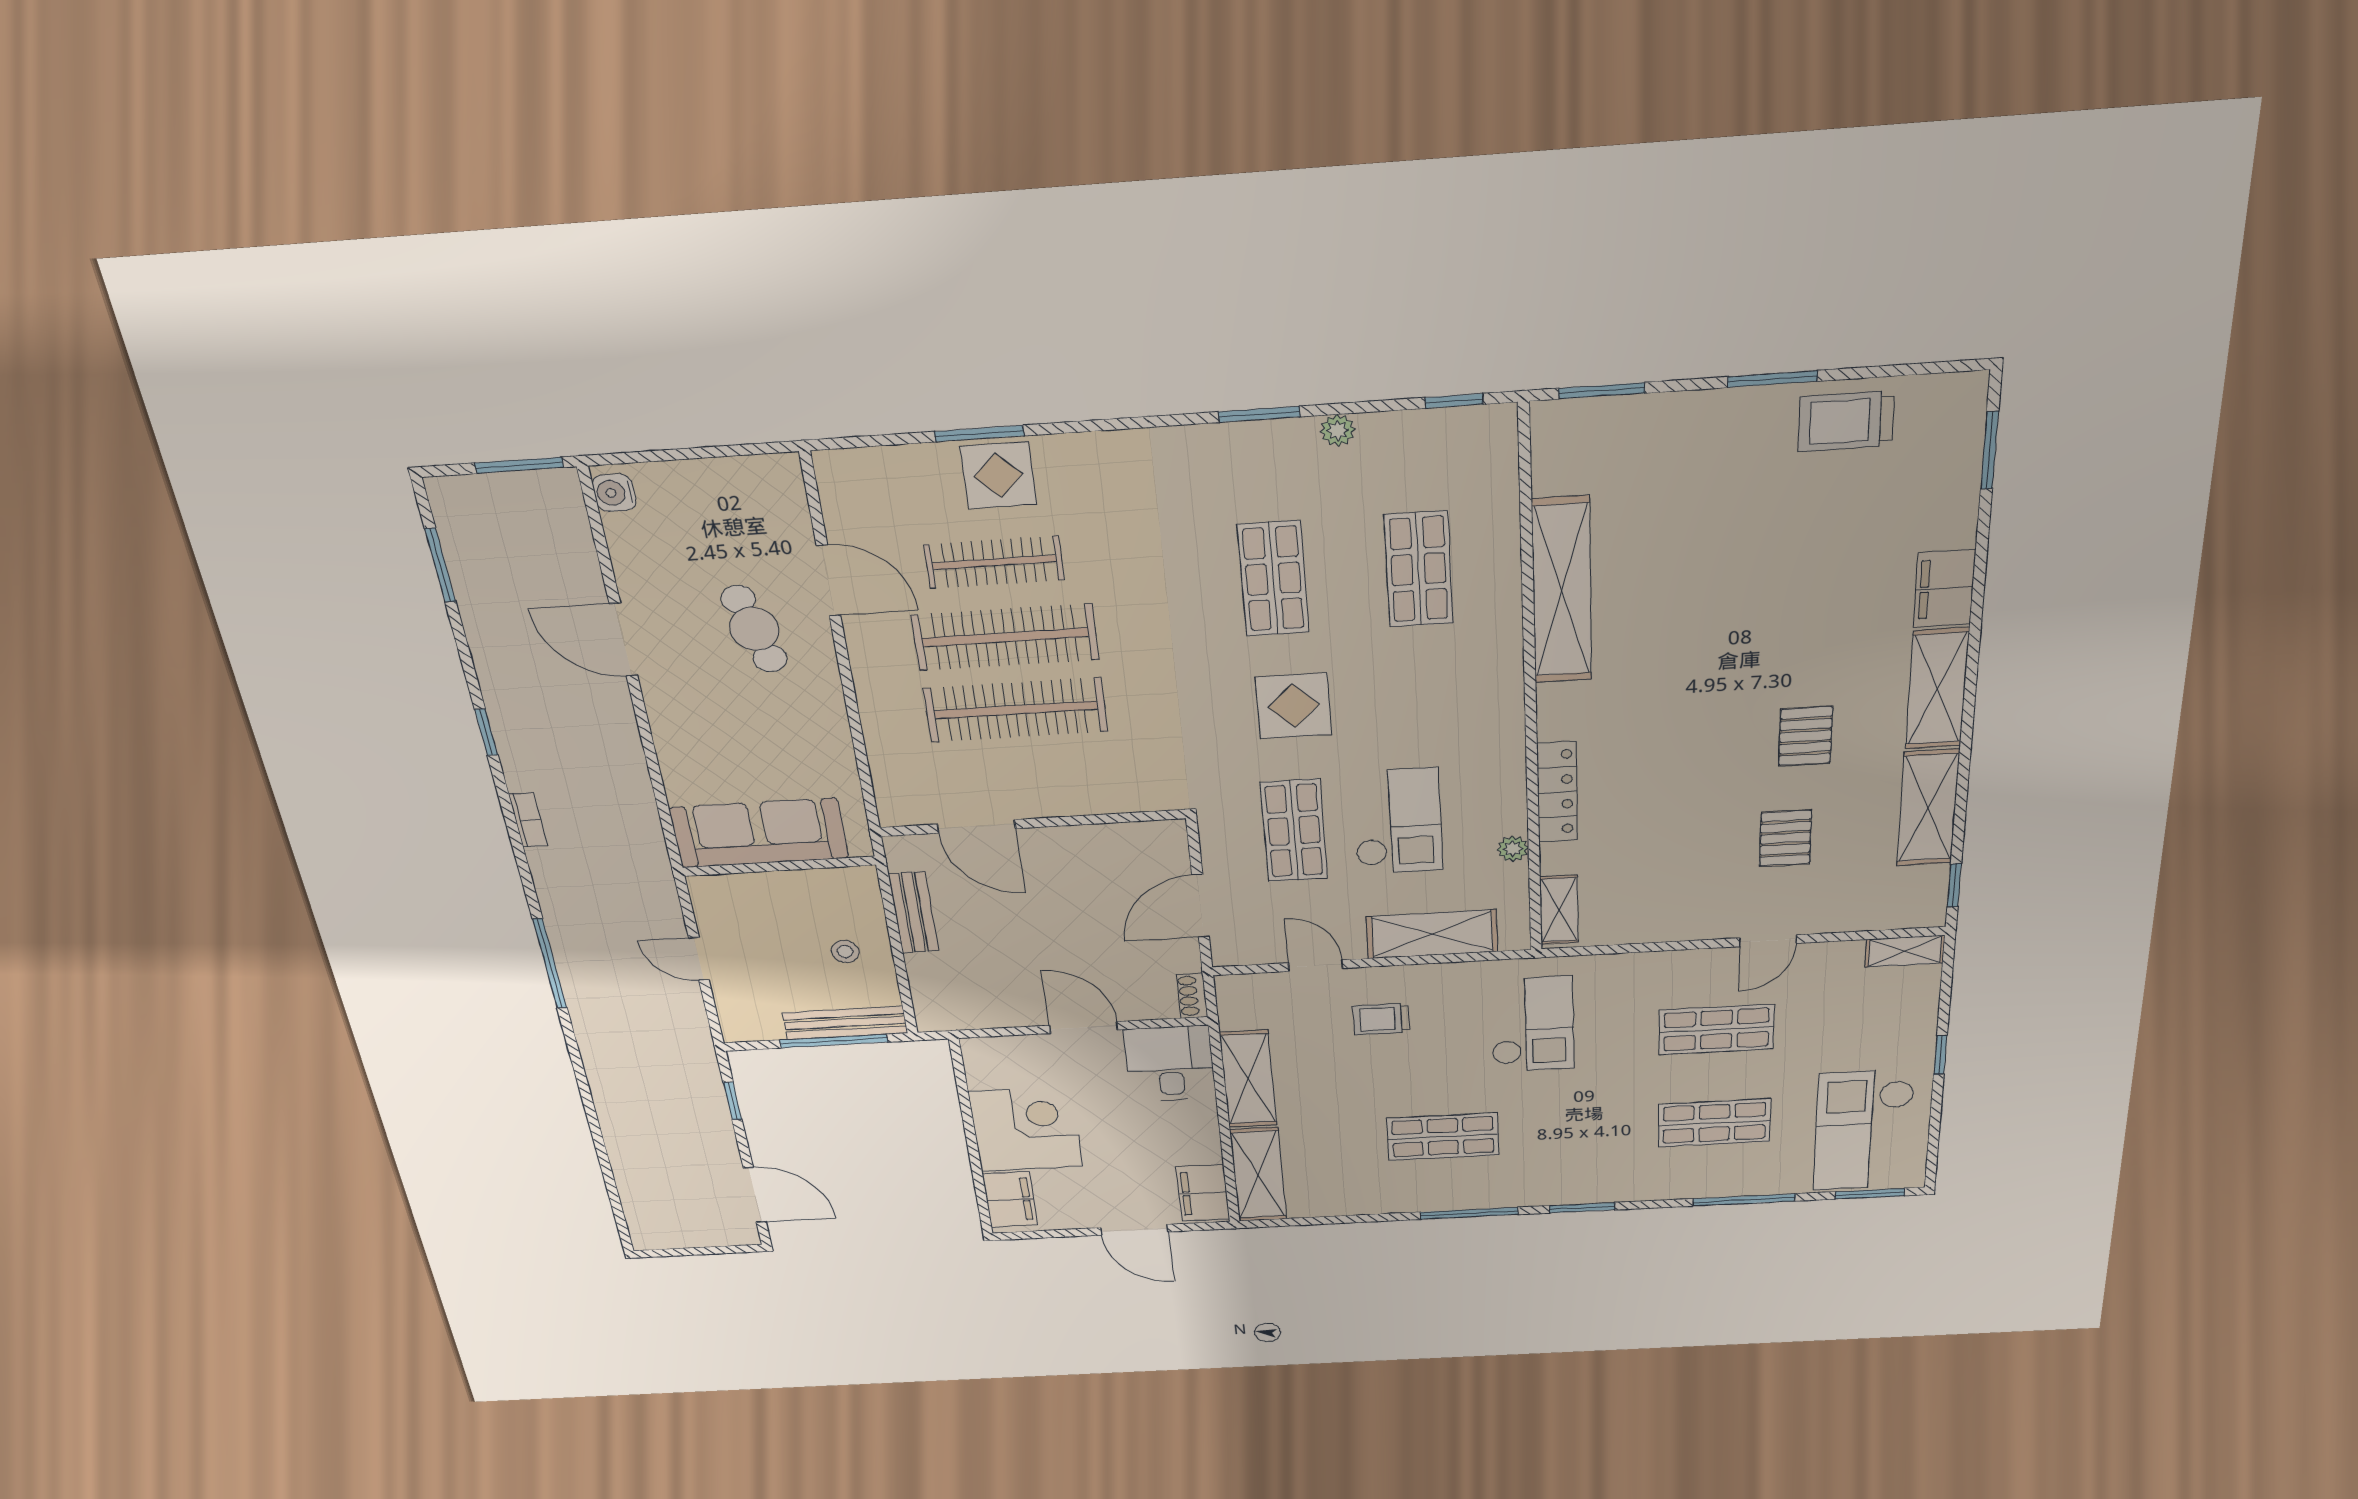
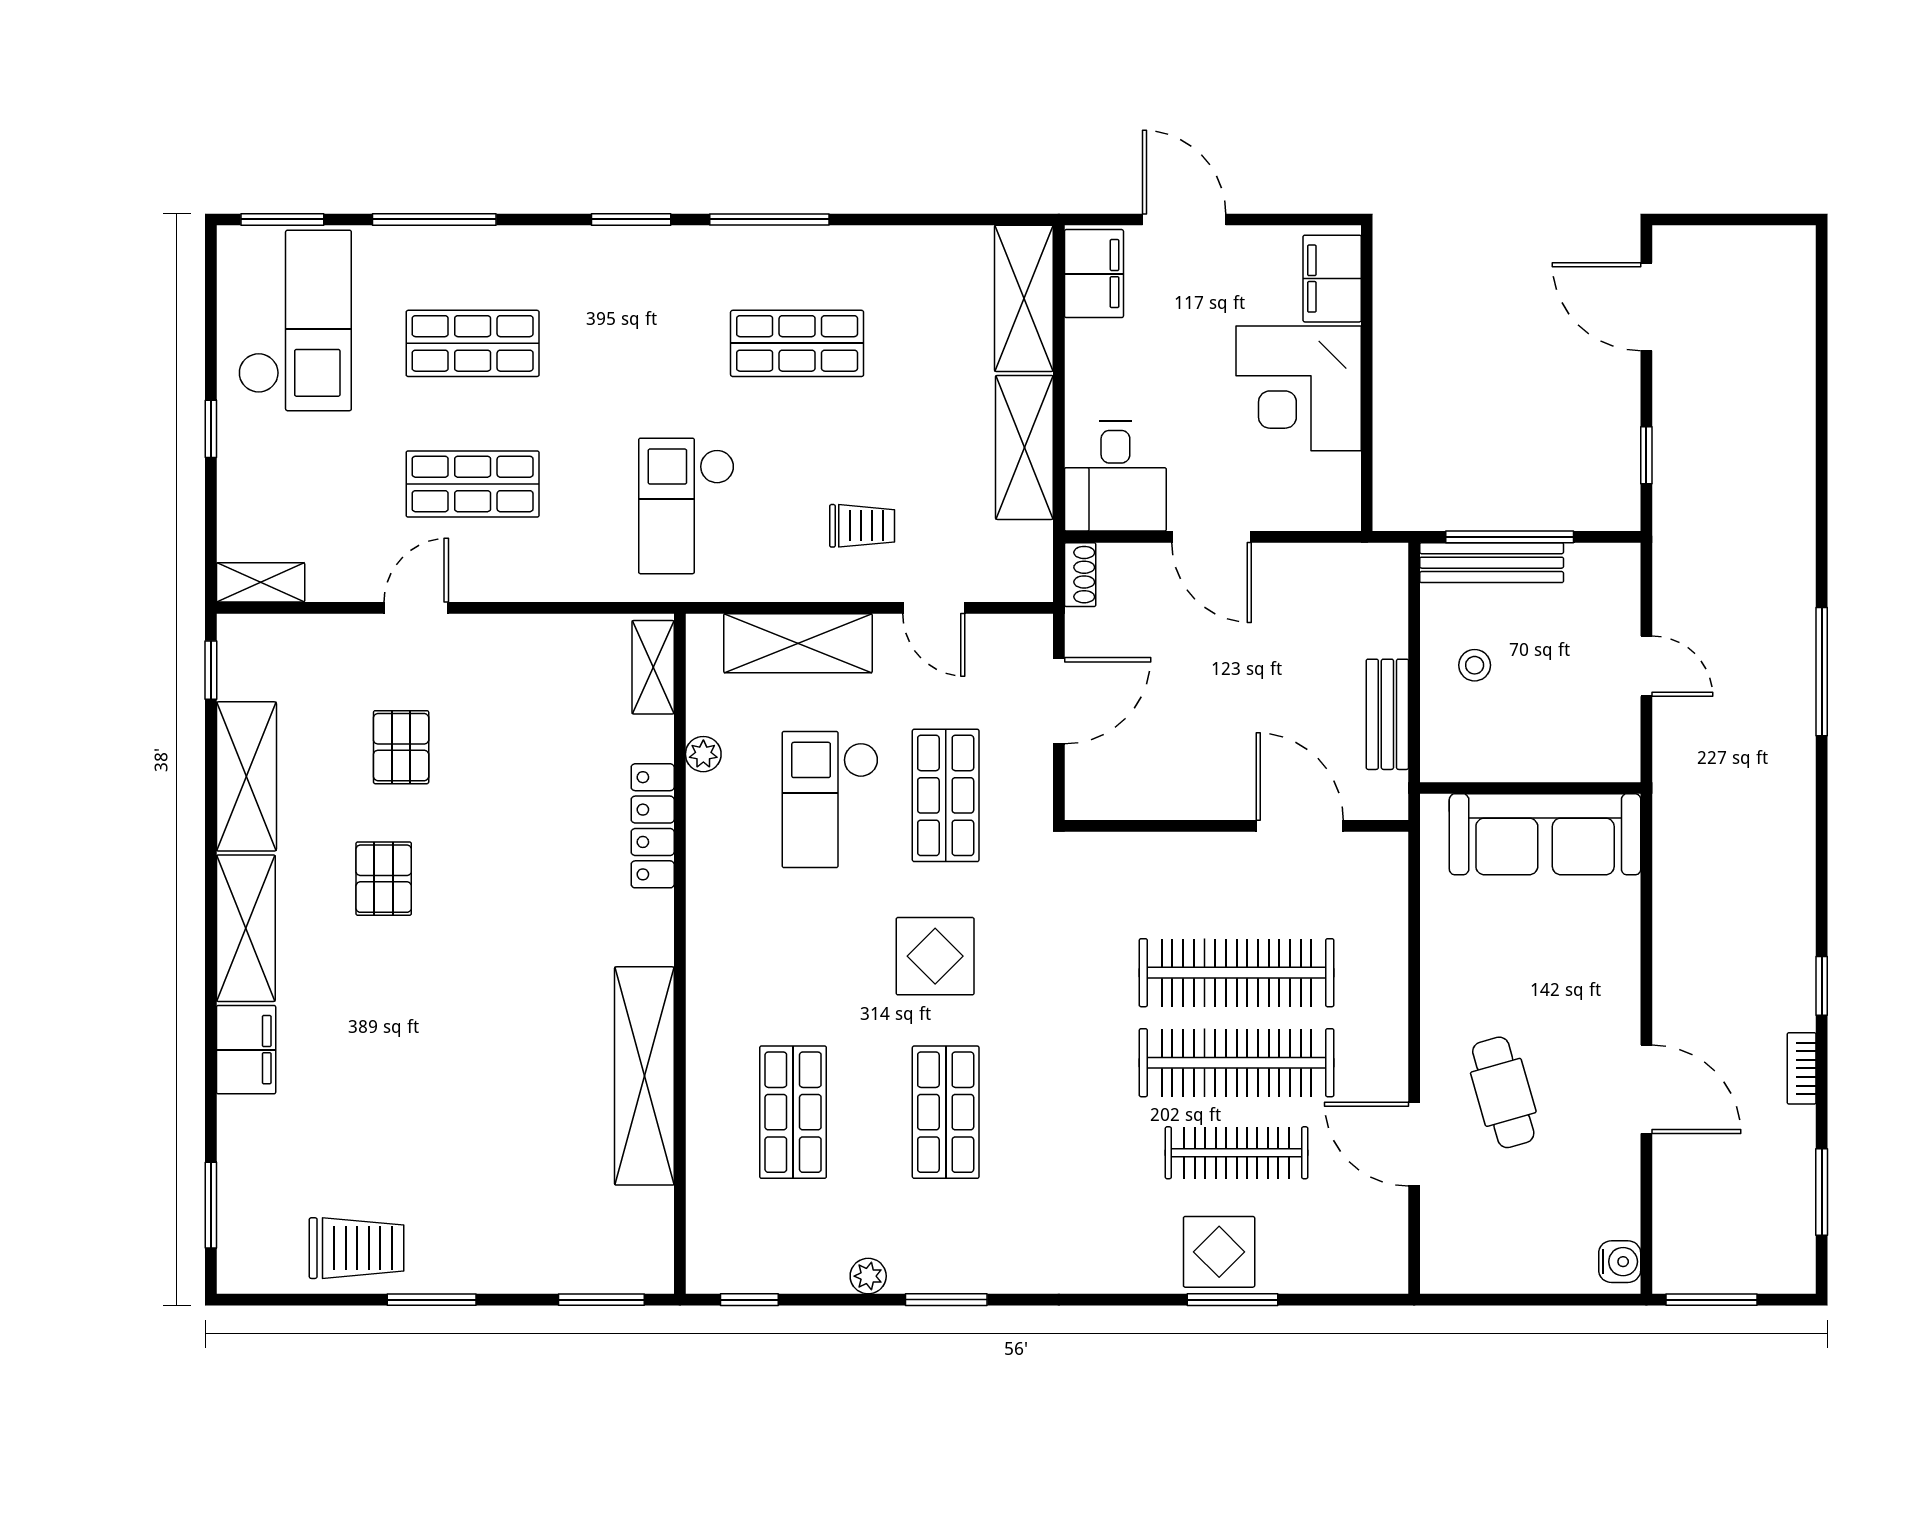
bookcase: (528, 820) -> (1802, 1068), moved

